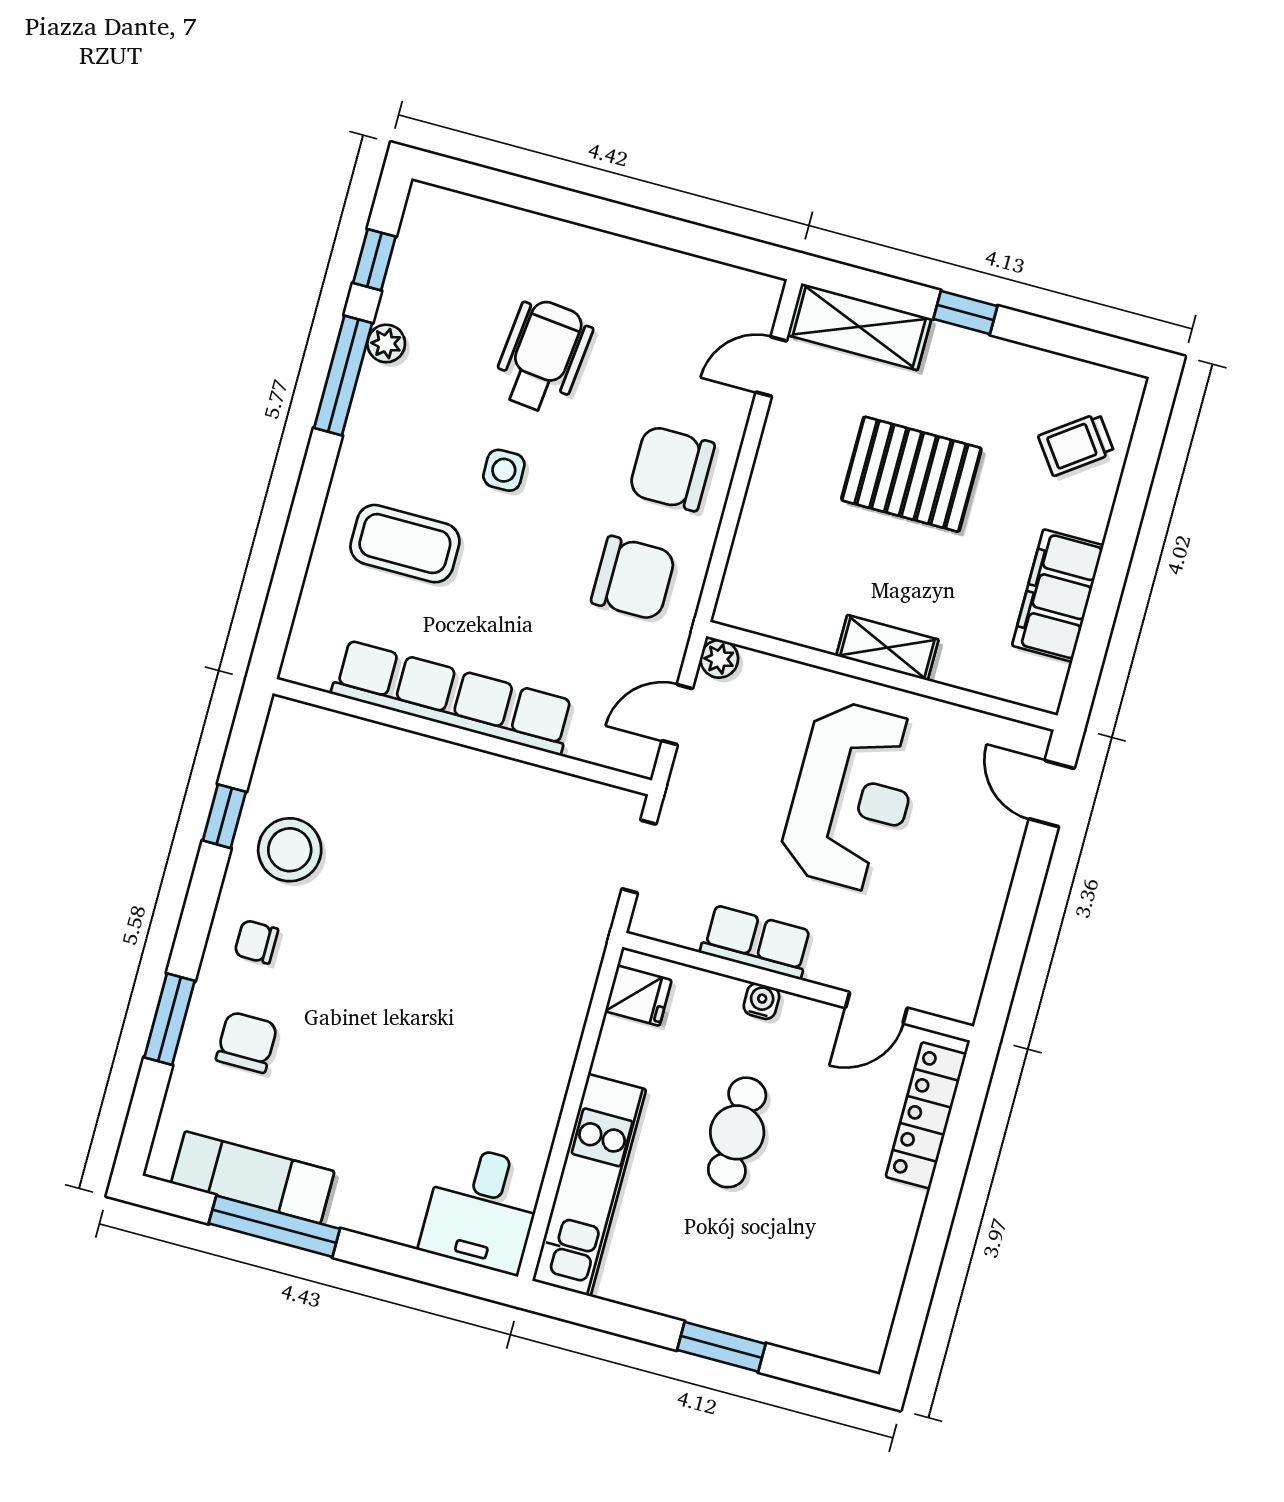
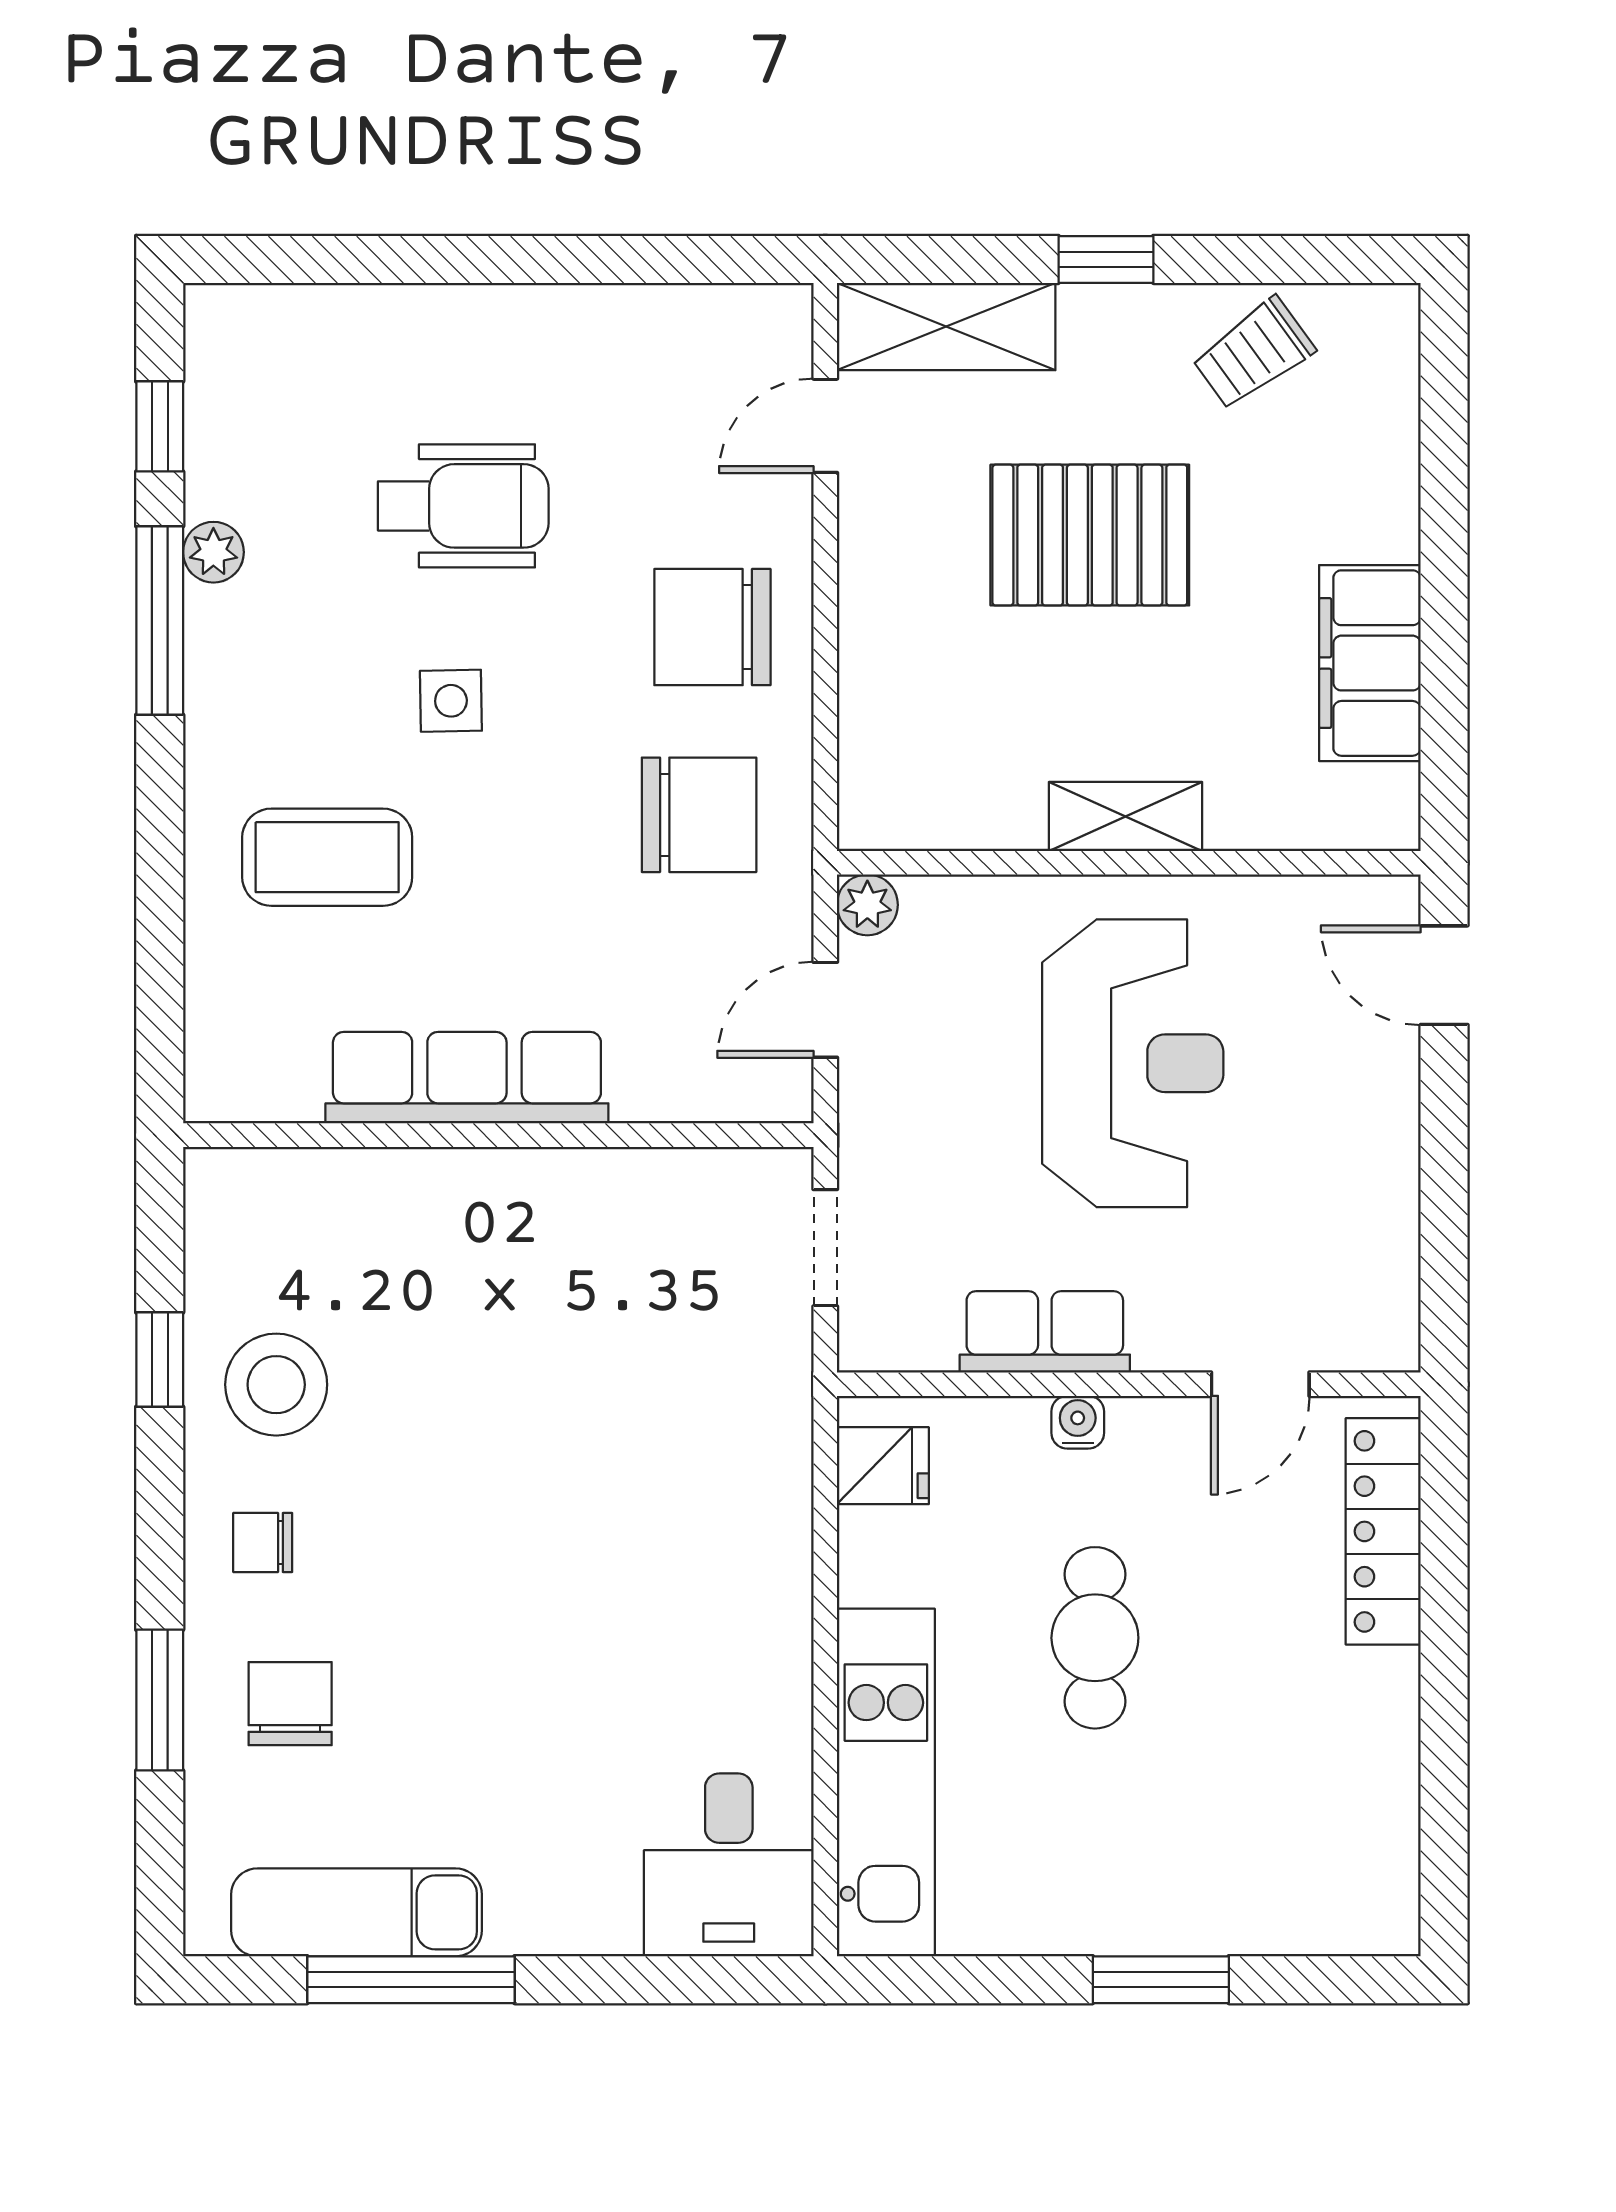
wheelchair: (543, 356) -> (463, 506), turned 84
trolley: (1076, 444) -> (1253, 353), moved
row of seats: (453, 697) -> (467, 1078), width x0.73

